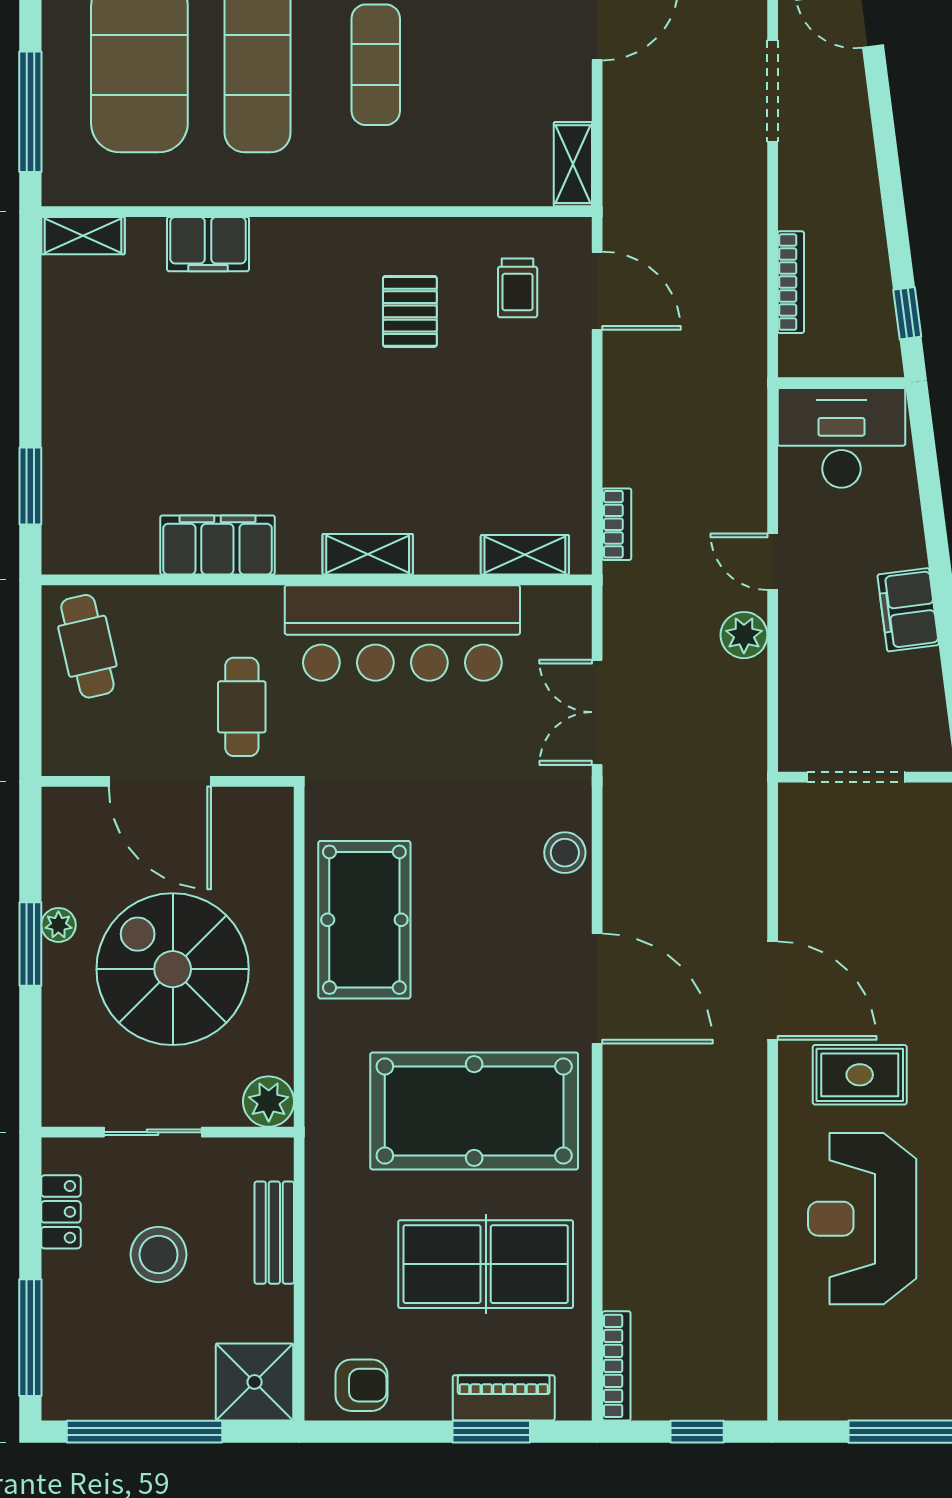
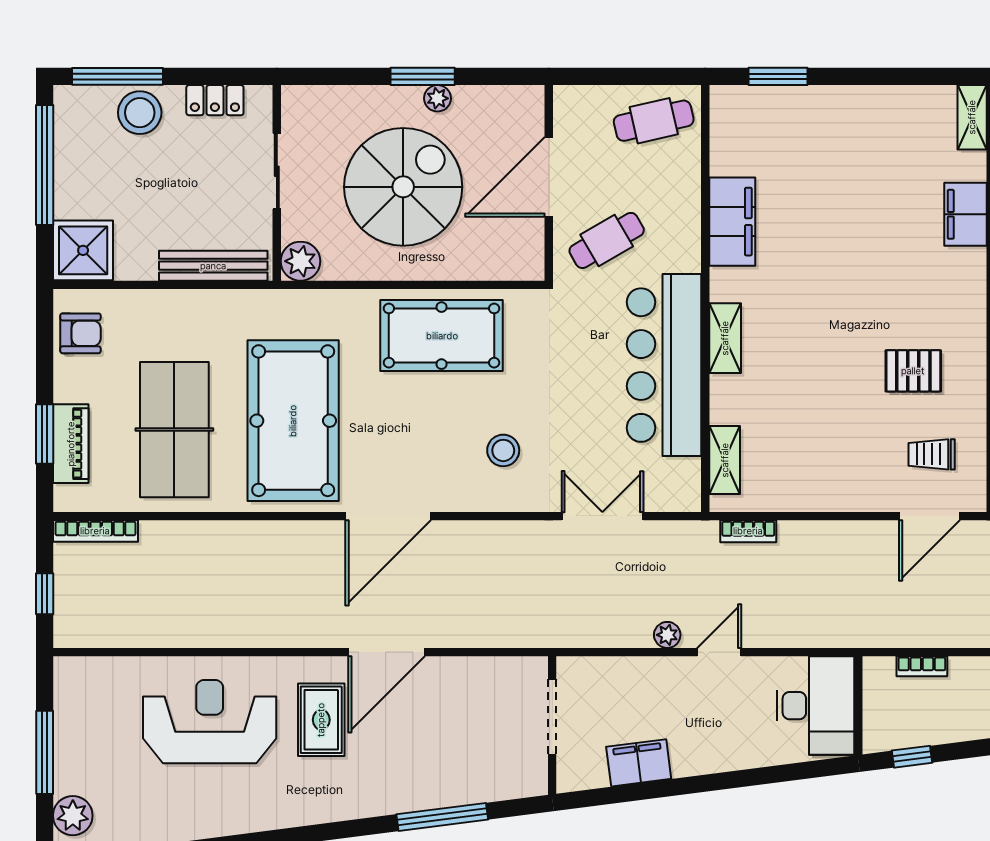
bookcase: (791, 282) -> (922, 666), width x0.64
filing cabinet: (908, 610) -> (639, 763), moved
plant: (744, 635) -> (667, 635), width x0.73, depth x0.73
cafe table: (242, 707) -> (607, 240), turned -30
stool: (565, 853) -> (503, 450), moved
bench: (274, 1233) -> (213, 266), width x1.36
stool: (159, 1255) -> (140, 113), moved
armchair: (362, 1385) -> (80, 333), turned -90

